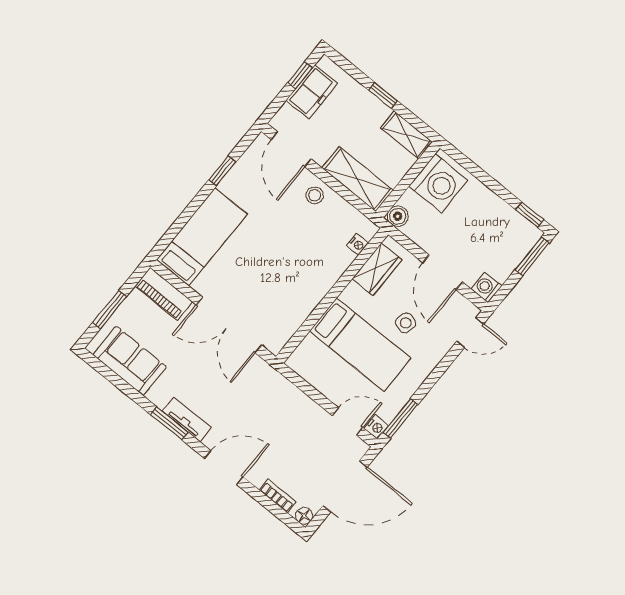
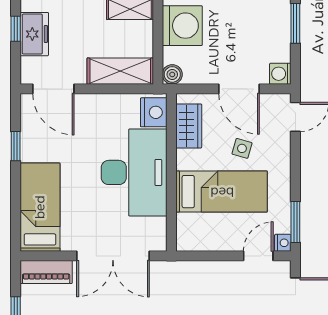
stool: (315, 195) -> (98, 109), removed
nightstand: (358, 244) -> (154, 112), width x1.89, depth x1.79
desk: (302, 271) -> (134, 172), added

